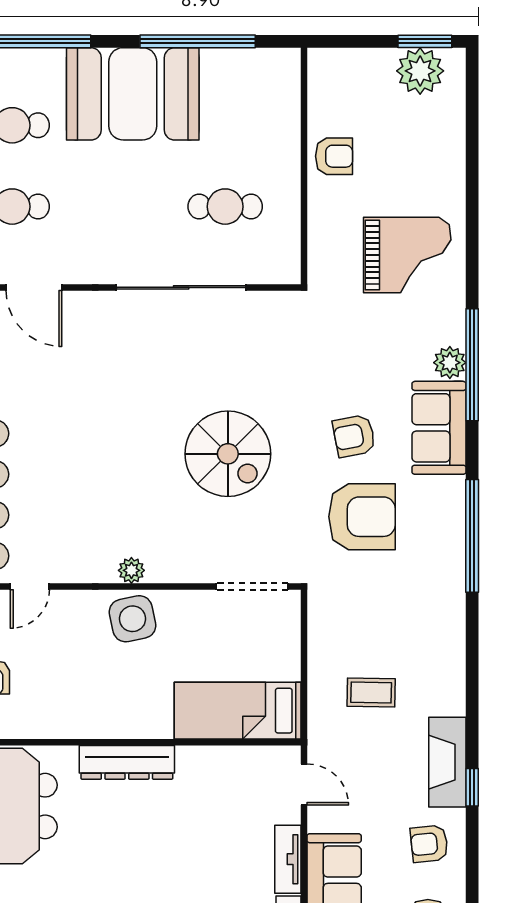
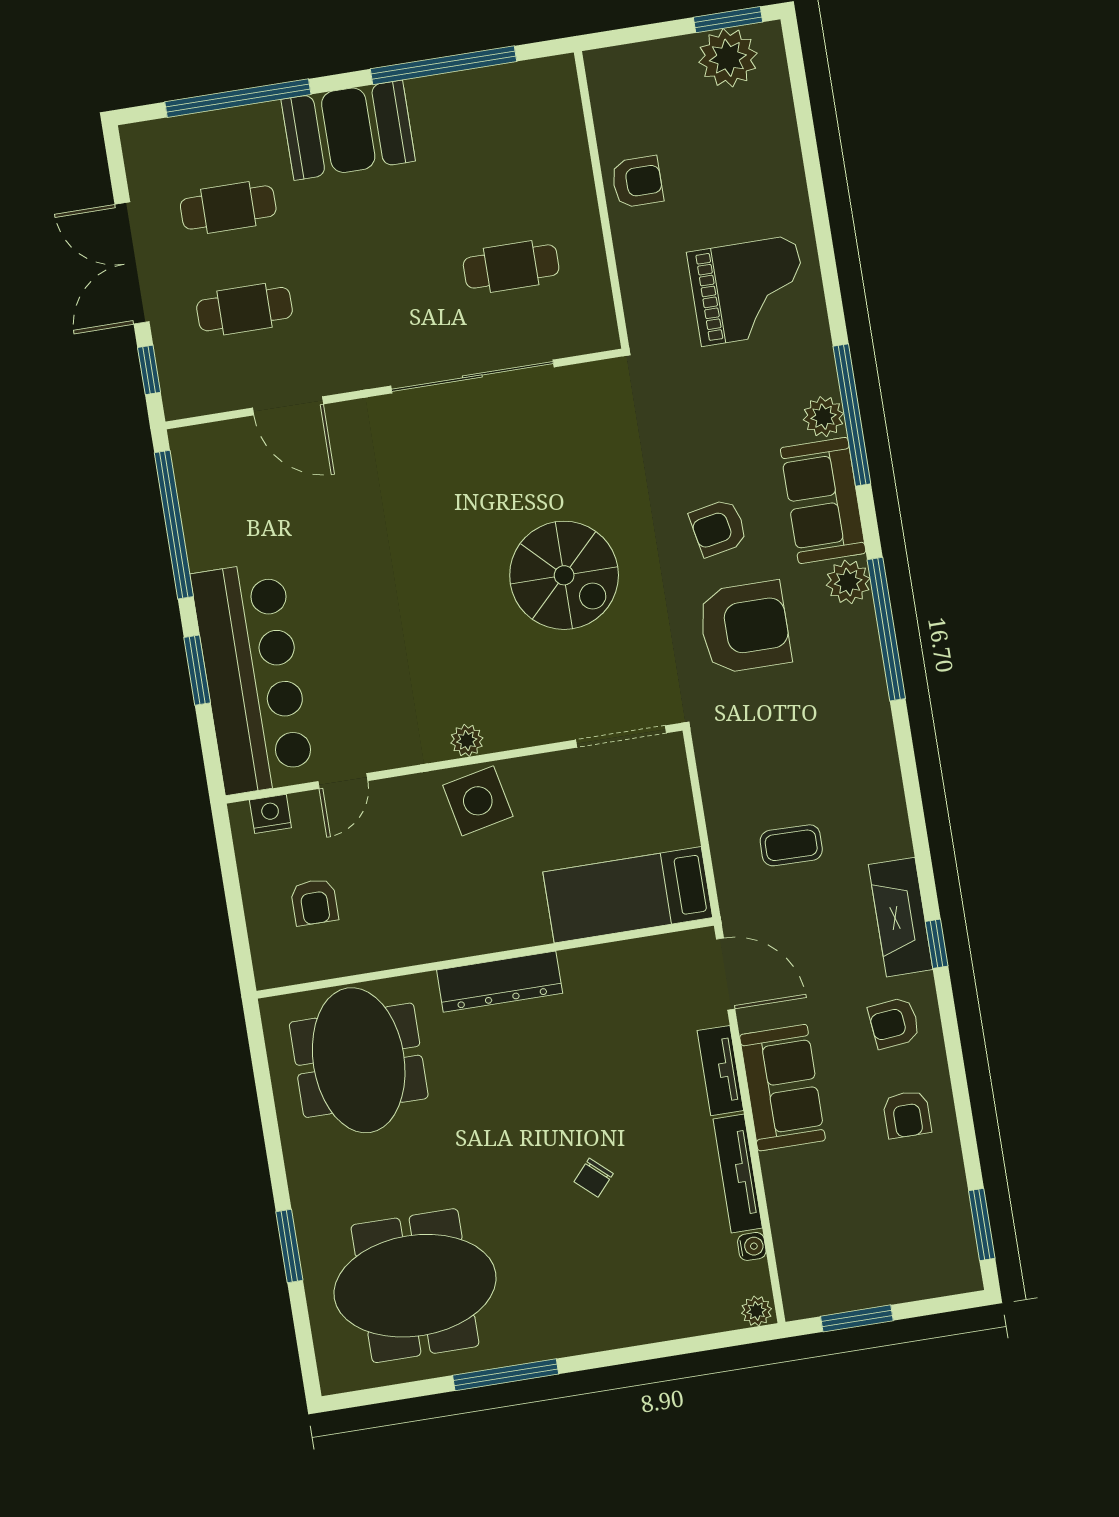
booth: (133, 94) -> (348, 130), width x0.73, depth x0.70
plant: (448, 494) -> (848, 582), added
door: (304, 785) -> (726, 974), width x1.38

